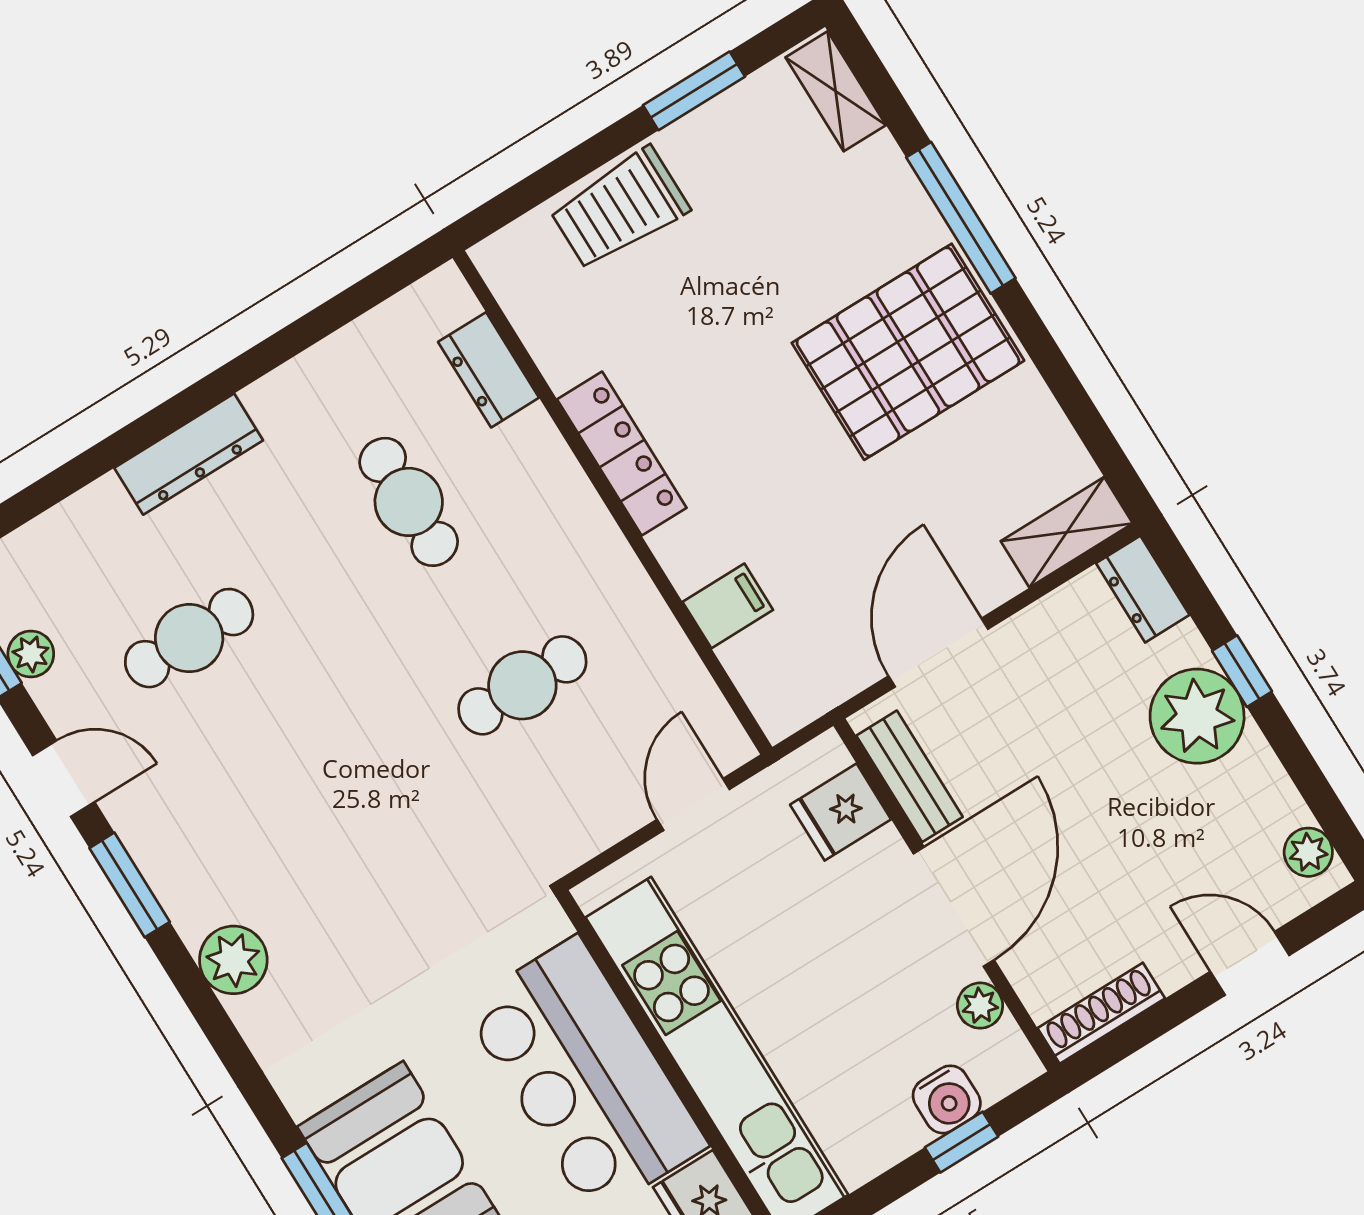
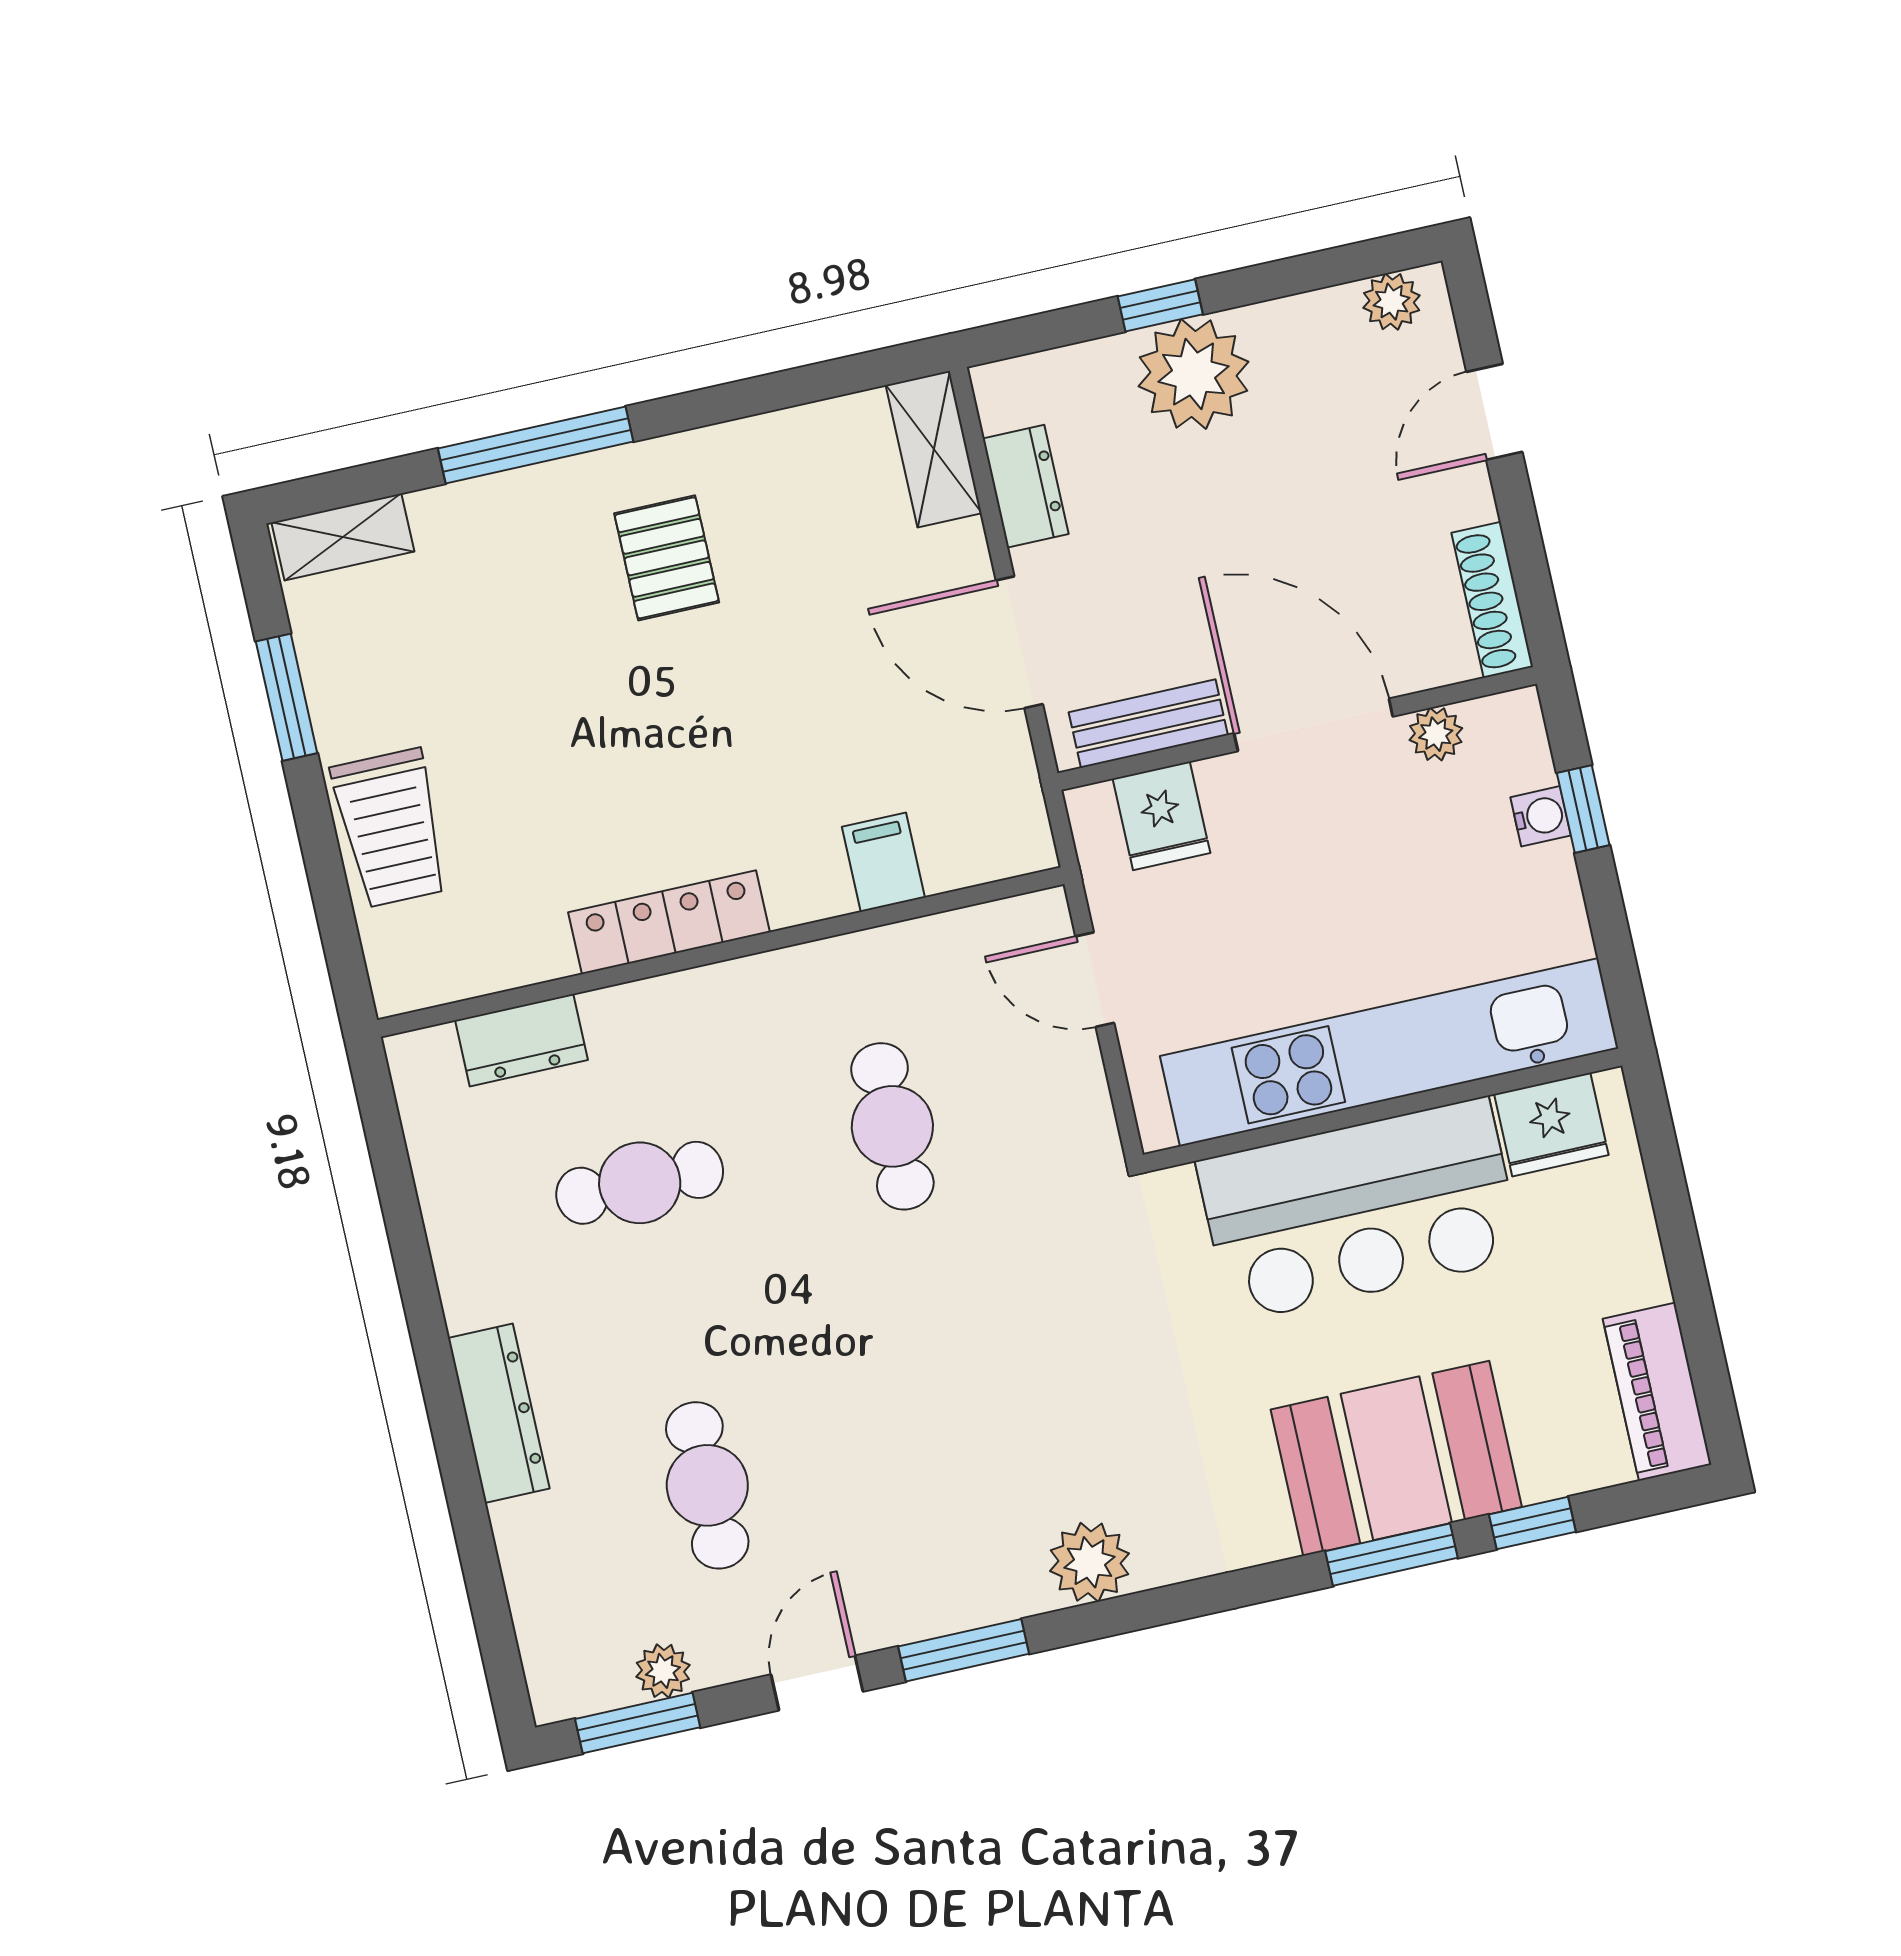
pallet: (908, 352) -> (667, 558), width x0.49, depth x0.50
dresser: (1143, 589) -> (1026, 486), moved, turned -90
water cooler: (947, 1099) -> (1541, 816), width x0.72, depth x0.72

